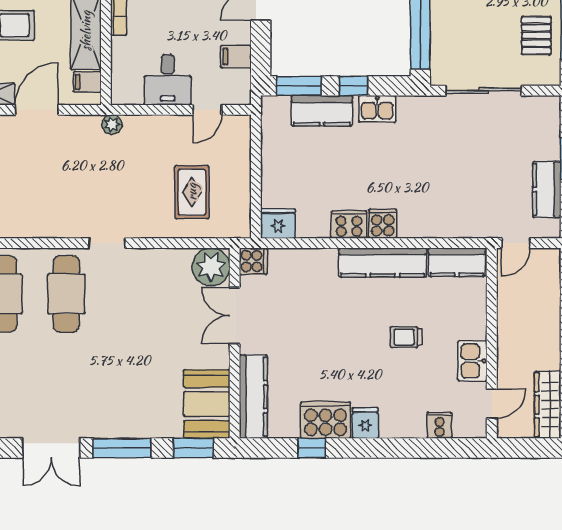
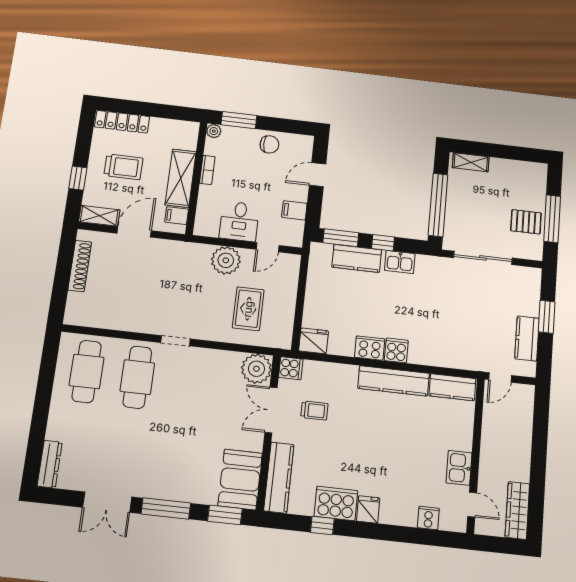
pallet: (536, 36) -> (526, 222), turned 90
plant: (112, 124) -> (226, 260), moved, width x1.87, depth x1.87
trolley: (406, 337) -> (314, 411), moved, turned 180
door: (492, 404) -> (472, 505), hinge flipped

